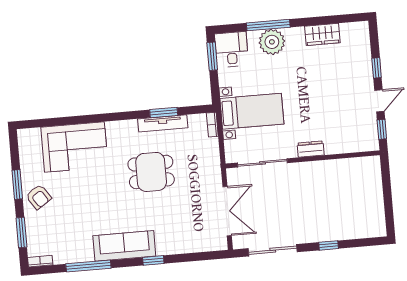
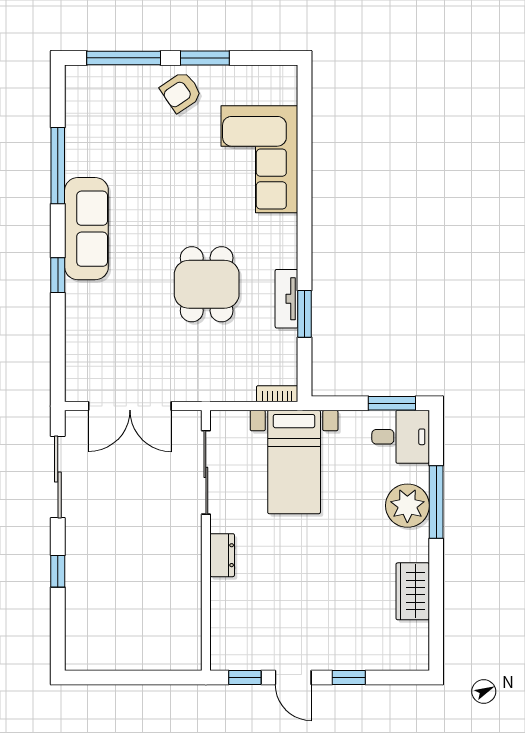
tv unit: (163, 123) -> (286, 299), width x0.71
window: (21, 233) -> (124, 58), width x1.44
bookcase: (40, 261) -> (73, 85), removed

